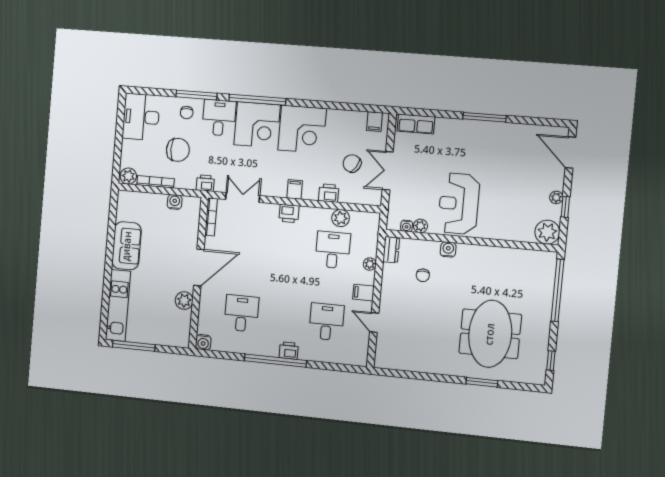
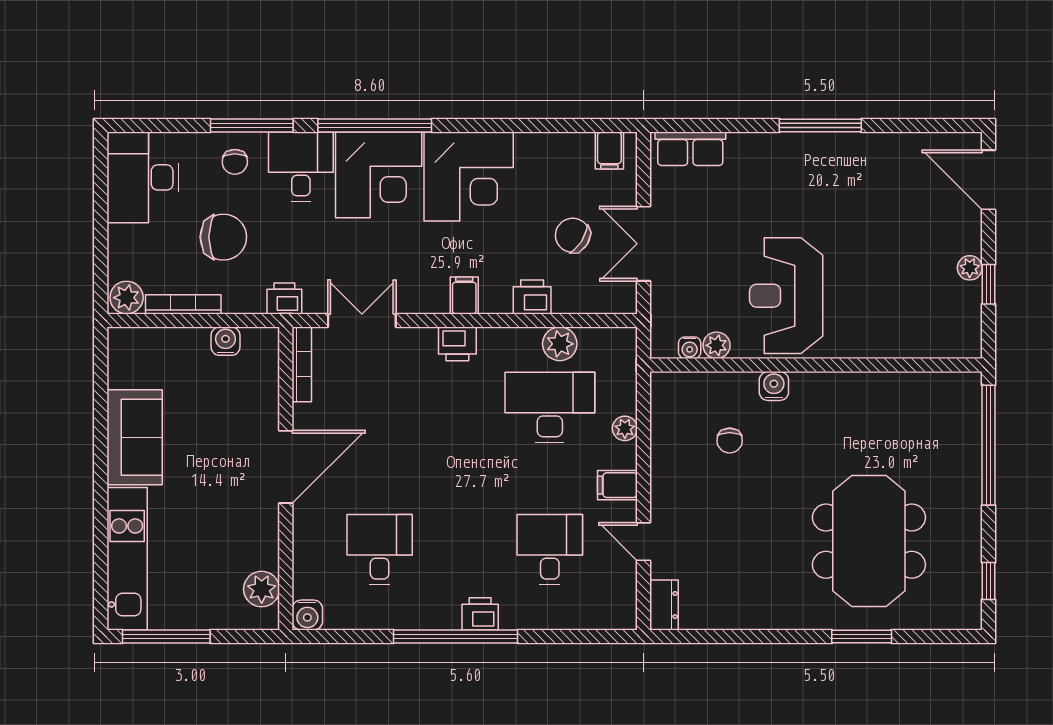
plant: (547, 232) -> (959, 336), removed
desk: (333, 250) -> (550, 407), width x1.37
dresser: (391, 250) -> (664, 605), moved
plant: (184, 301) -> (262, 589), moved

